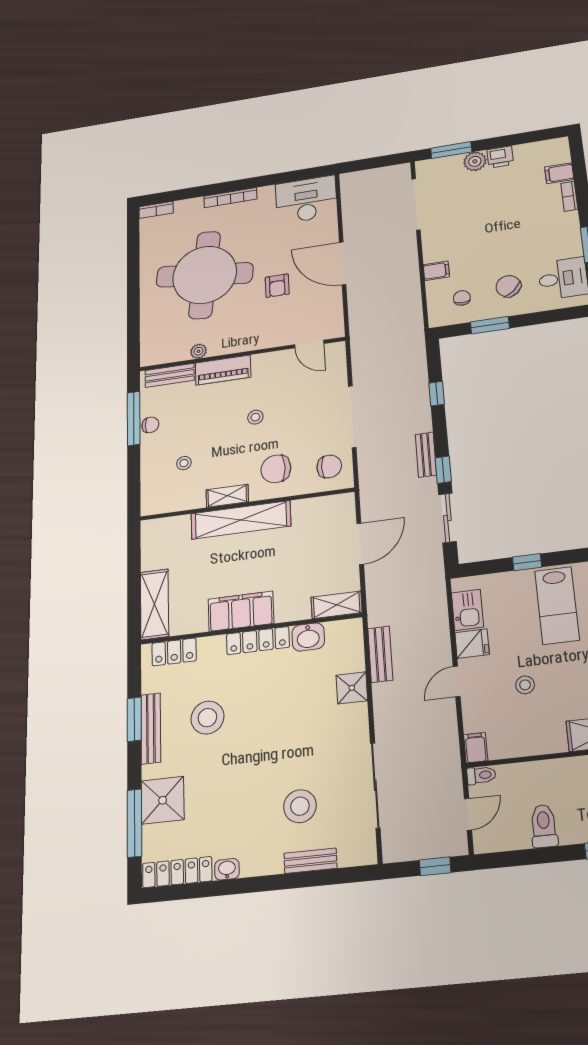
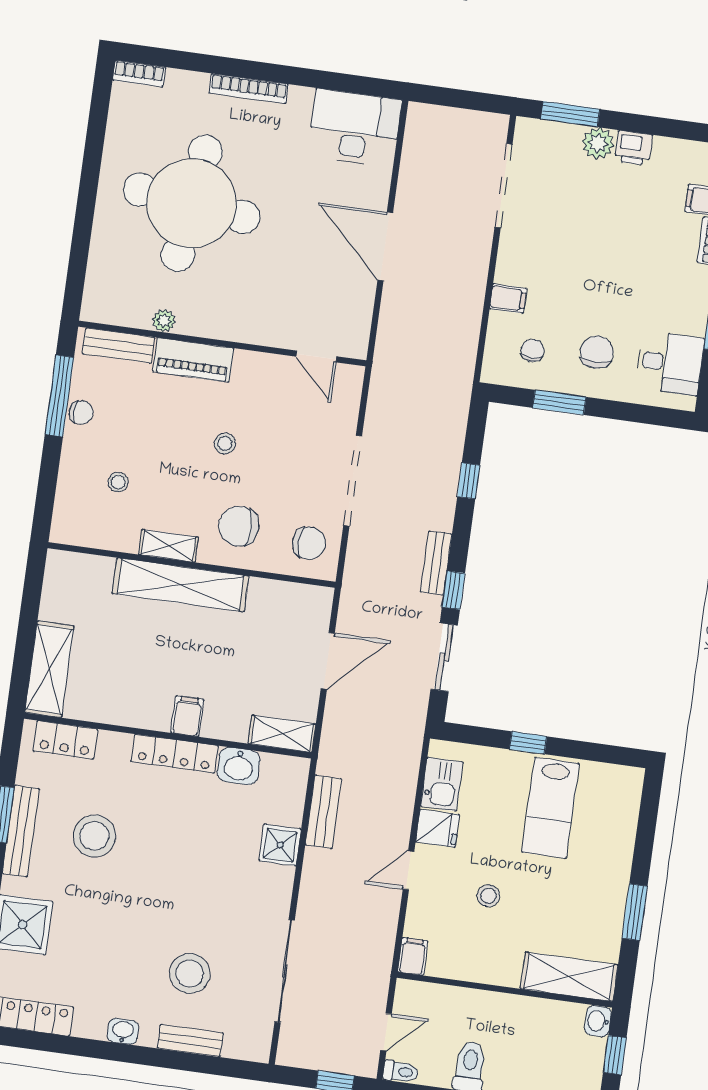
armchair: (277, 286) -> (289, 253), removed
chair: (508, 286) -> (597, 352), turned 42
filing cabinet: (241, 611) -> (187, 716), width x0.33, depth x0.86
toilet: (481, 775) -> (401, 1072), moved
washbasin: (227, 869) -> (123, 1031), moved

